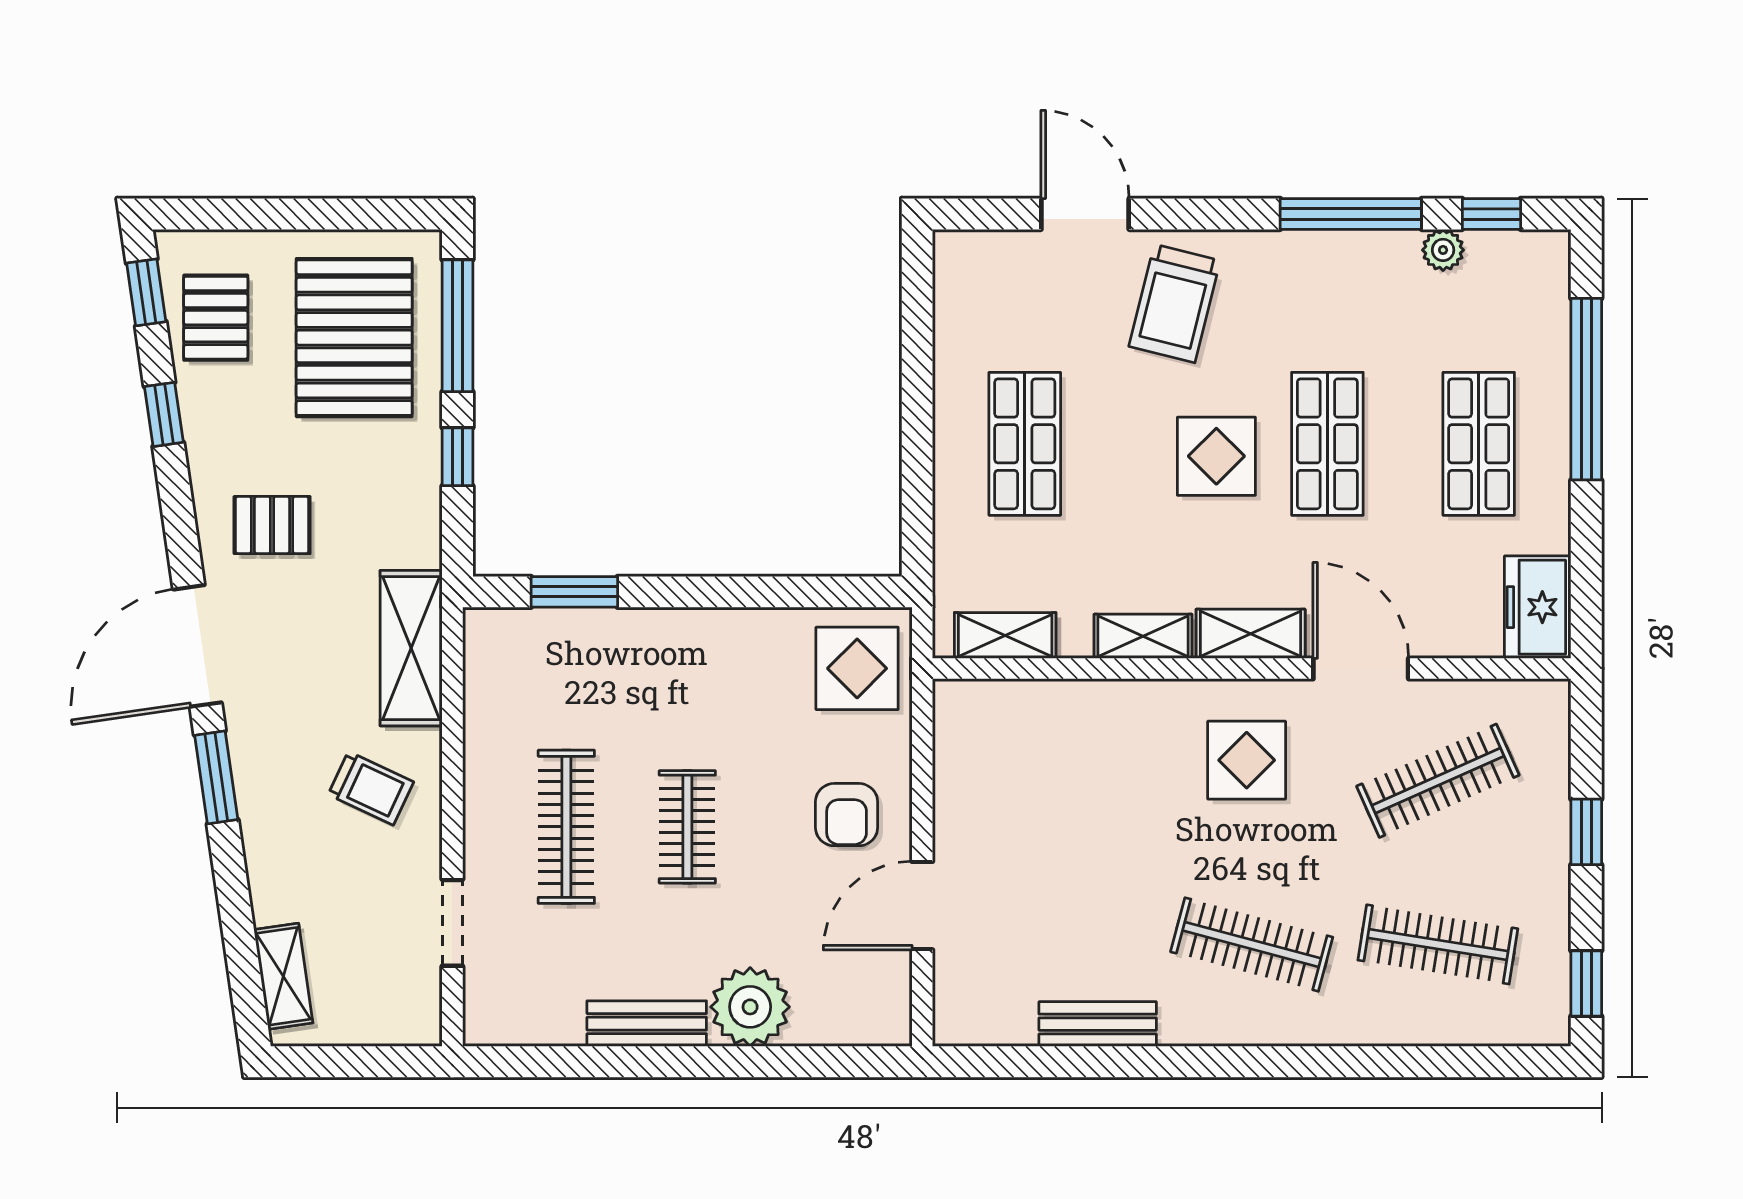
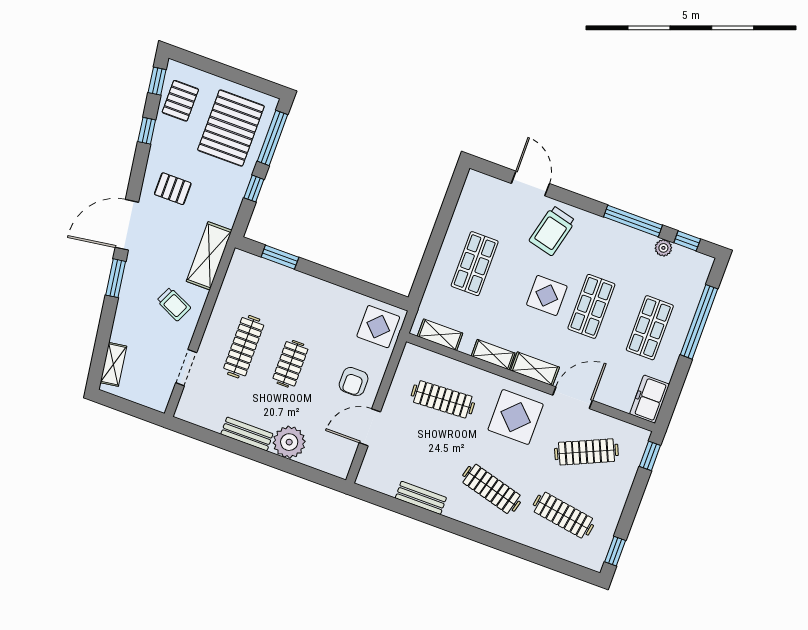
door: (1361, 668) -> (573, 398), hinge flipped
display table: (1247, 760) -> (516, 417), width x1.36, depth x1.36
clothes rail: (1066, 781) -> (443, 399), added
window: (1586, 832) -> (650, 456), moved

